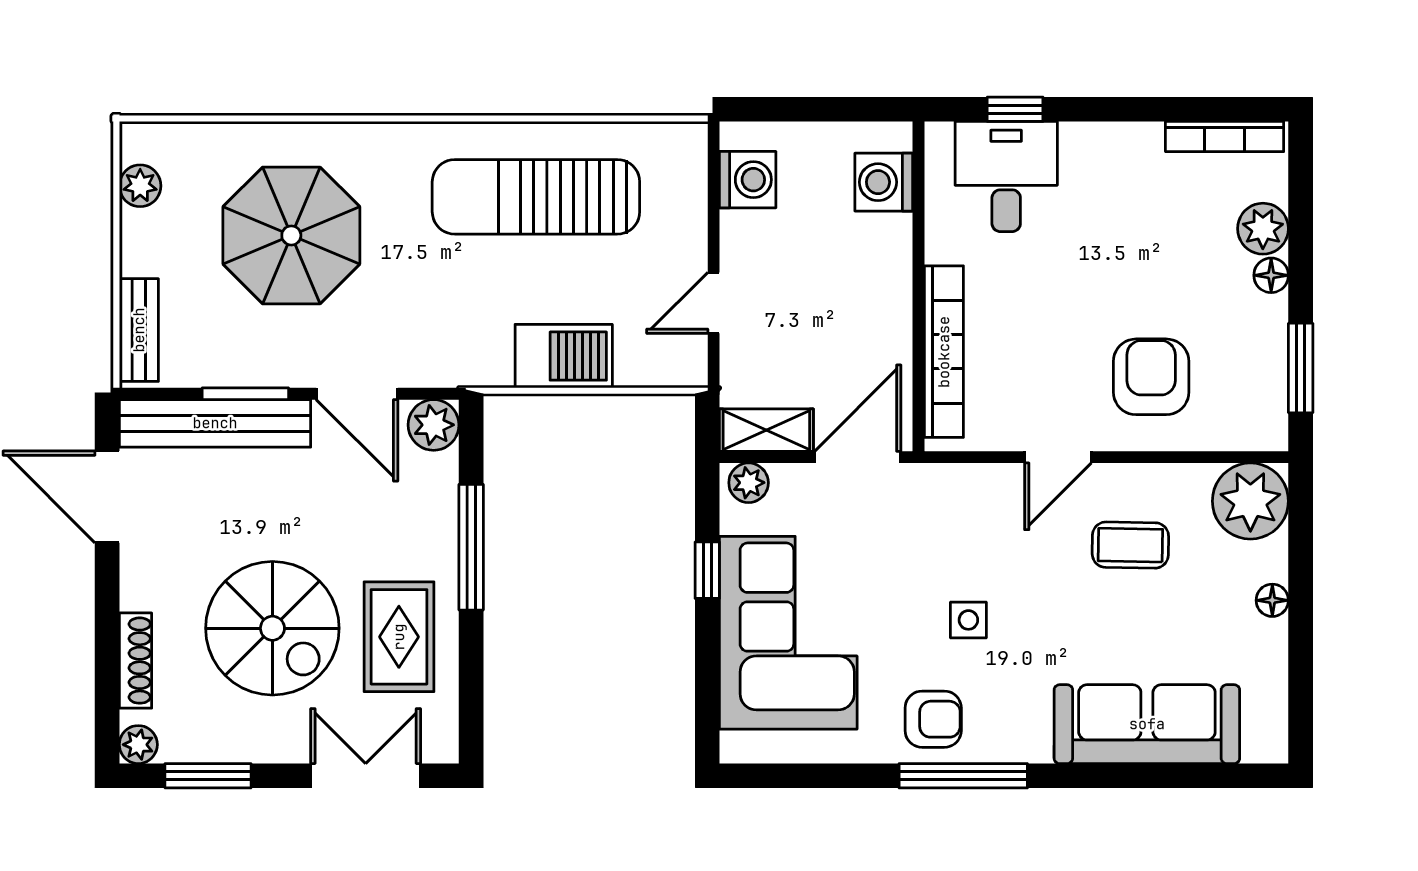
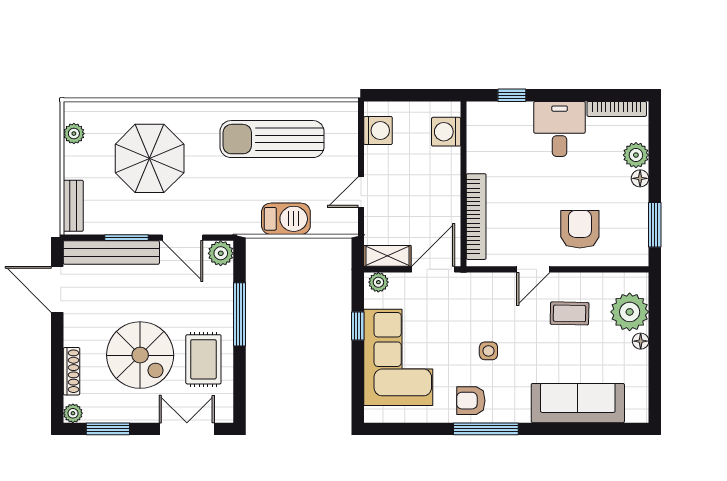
desk: (1006, 177) -> (560, 129), moved
plant: (1250, 501) -> (630, 312), moved
armchair: (933, 719) -> (471, 401), turned 180

